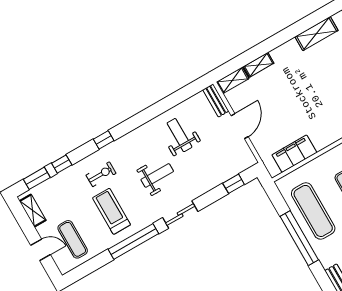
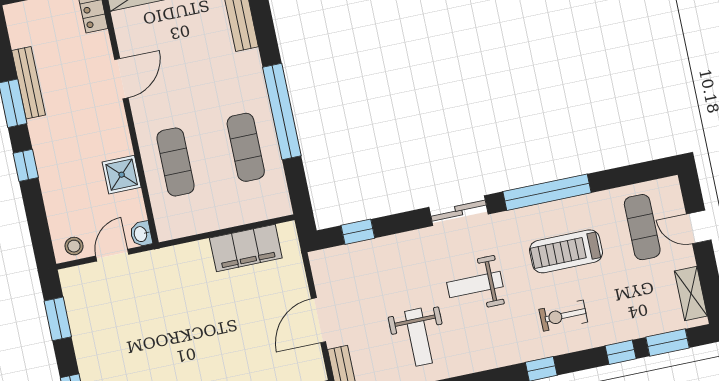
treadmill: (112, 211) -> (566, 251), turned 90
exercise mat: (313, 211) -> (246, 147), width x0.73, depth x0.69

